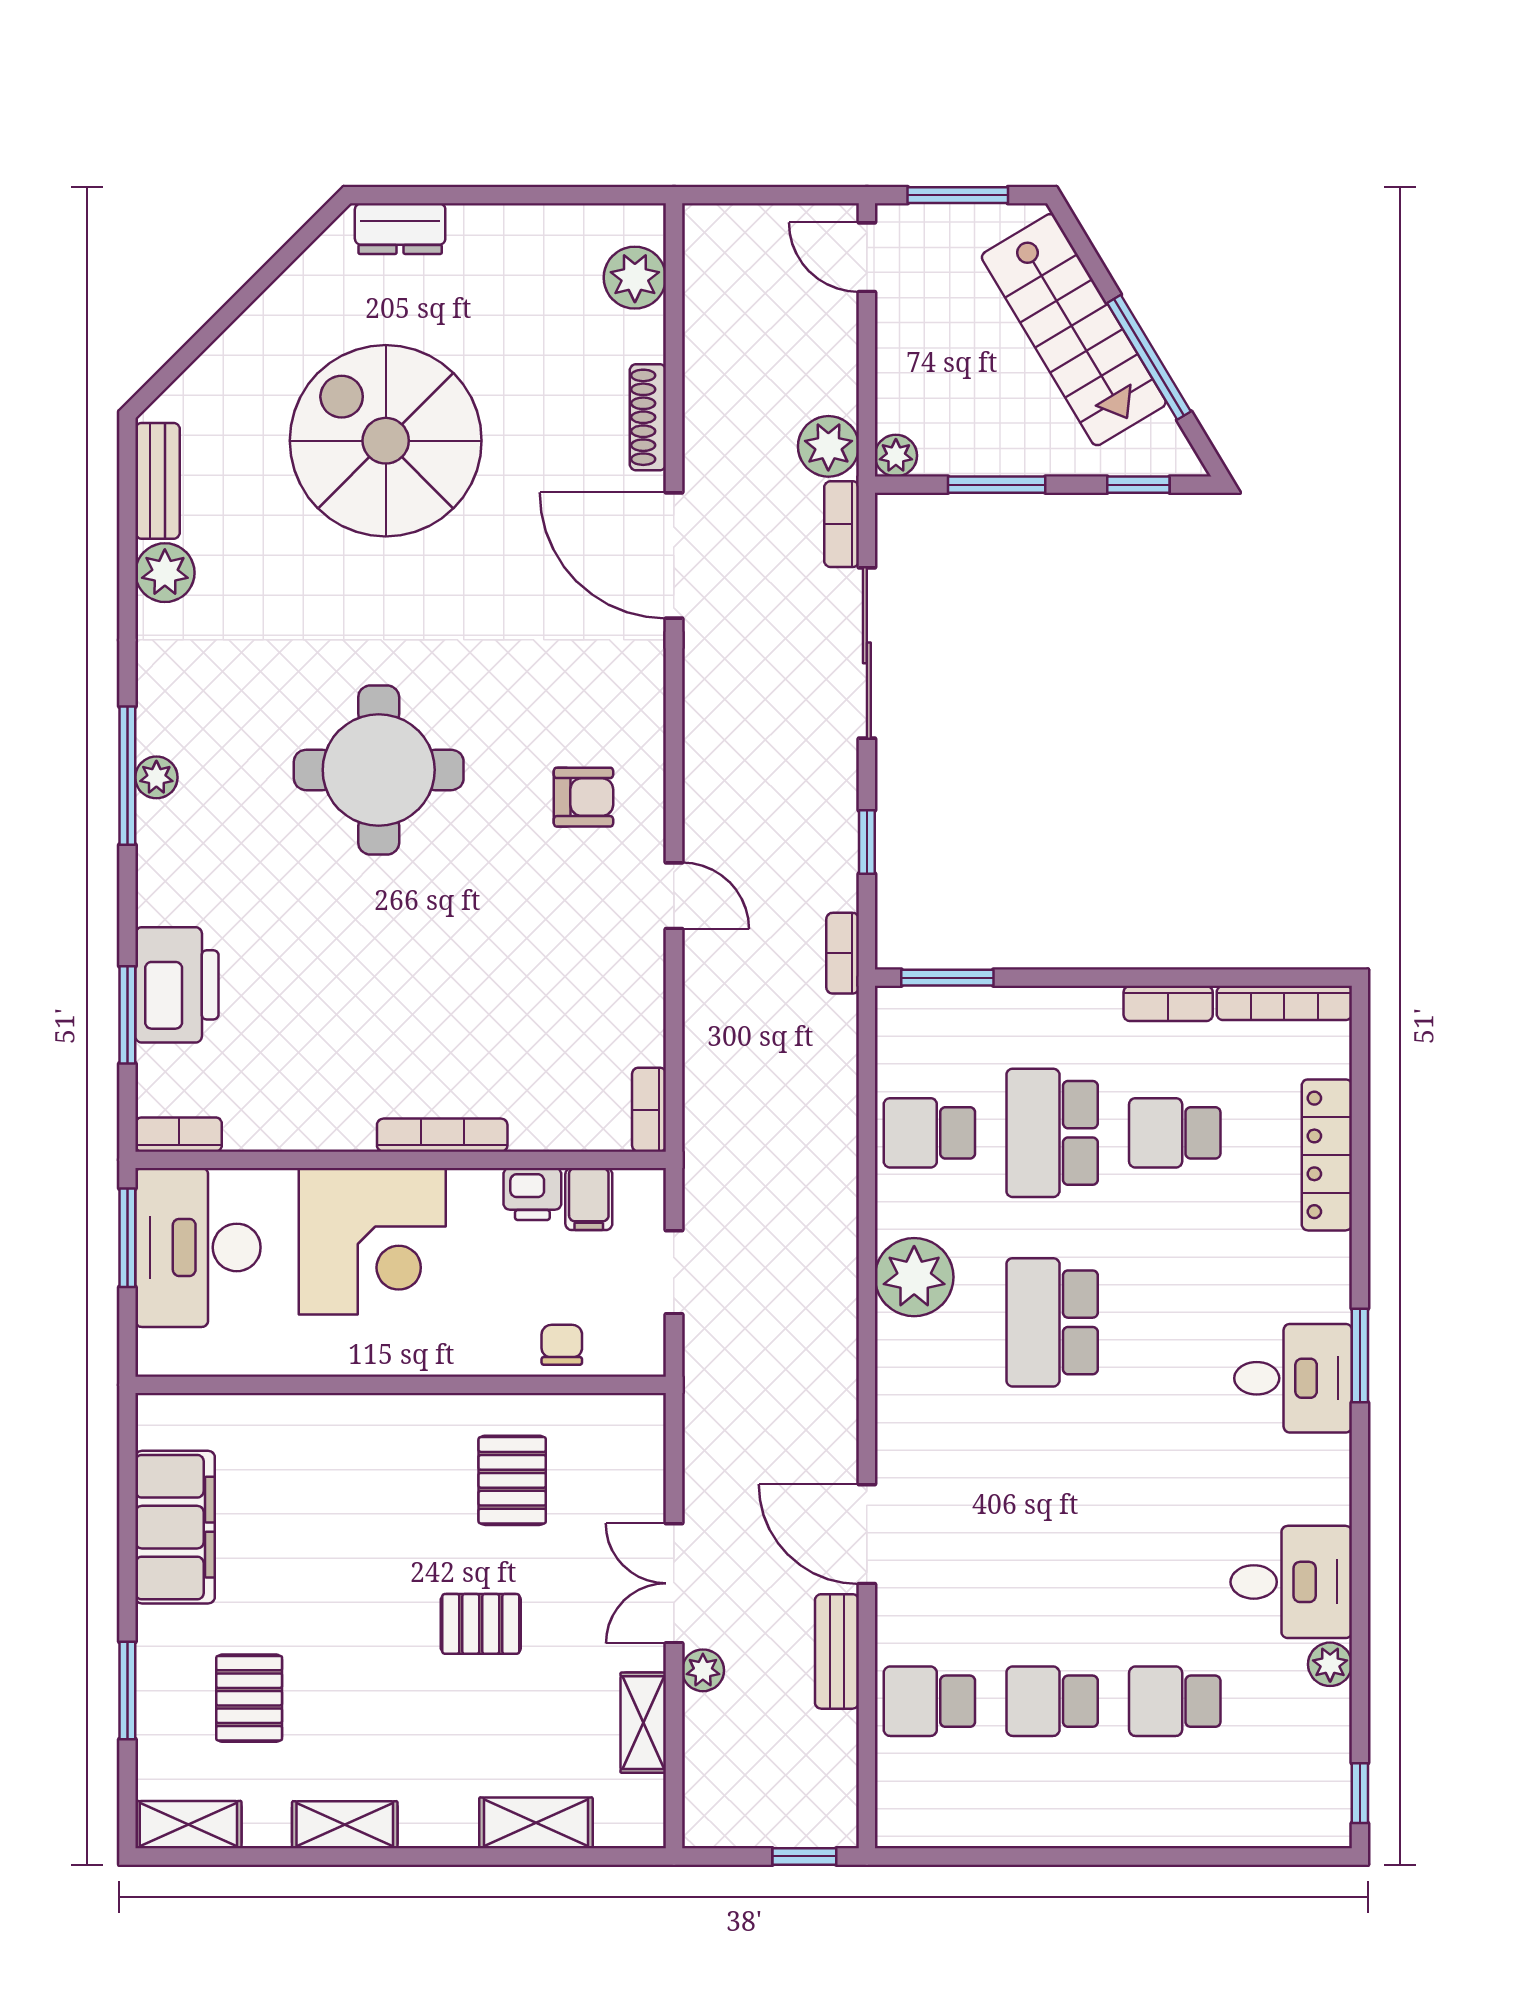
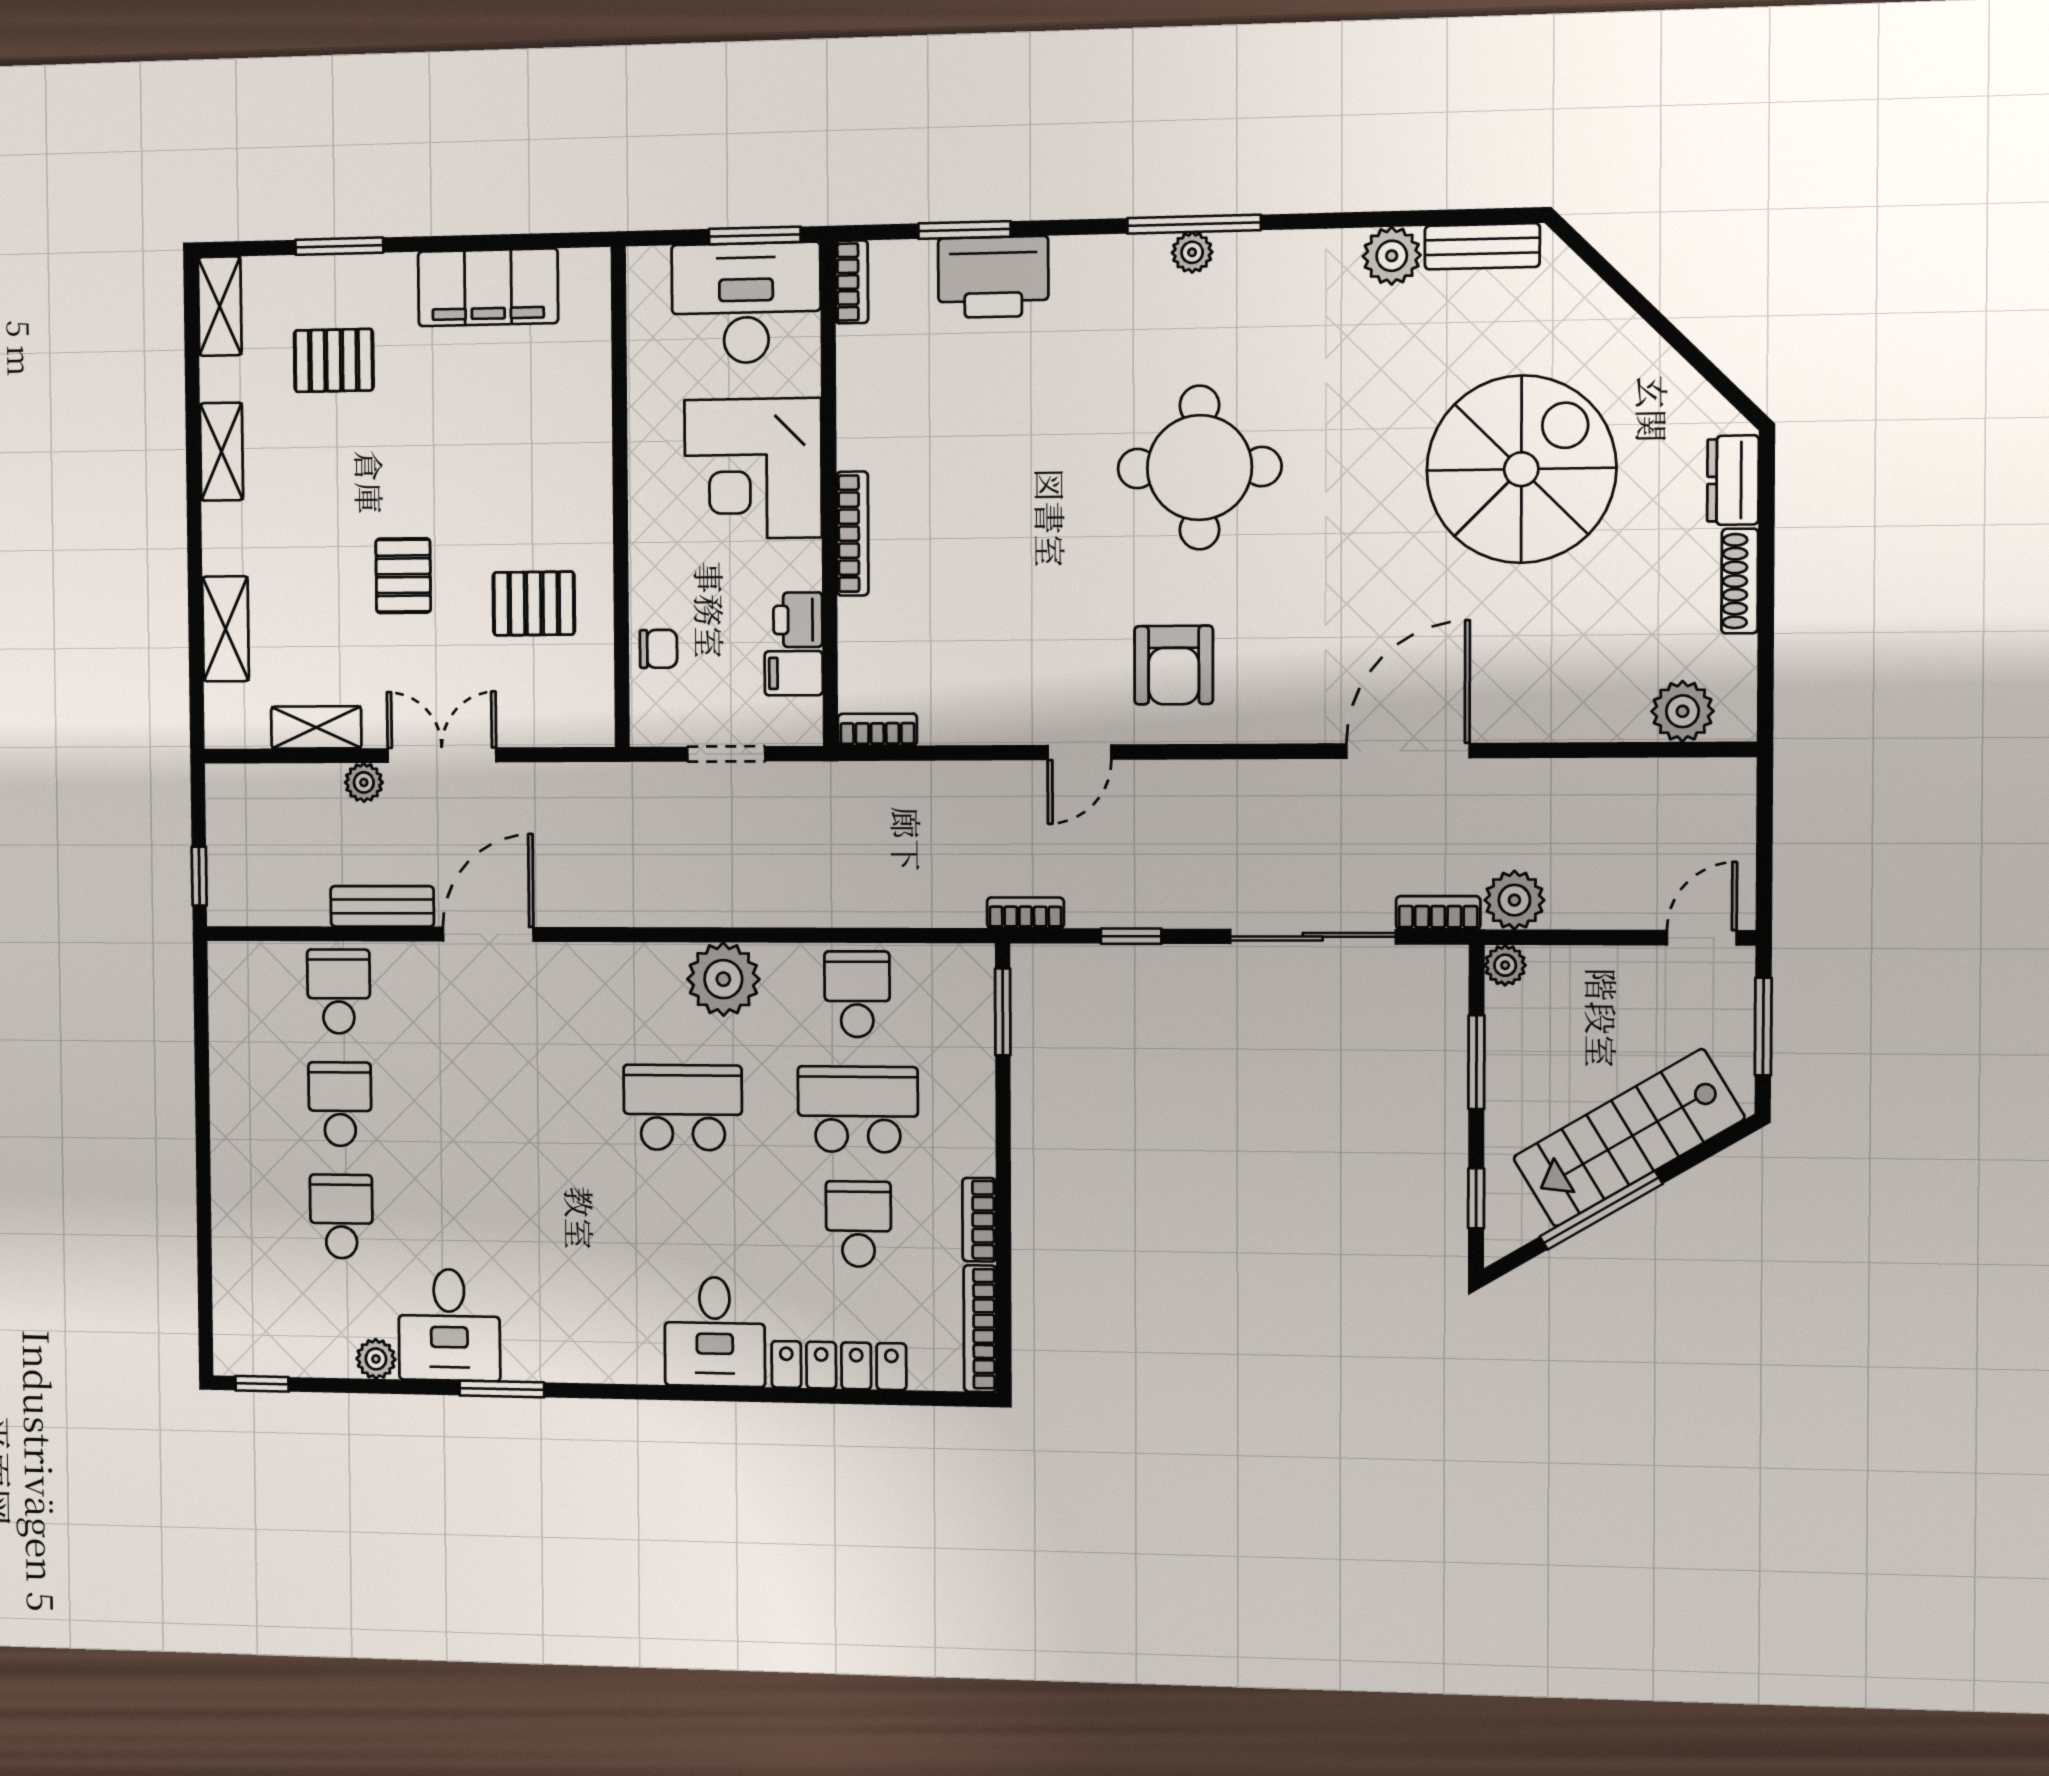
shoe rack: (648, 417) -> (1740, 581), moved, turned -90
armchair: (583, 797) -> (1174, 665), width x1.38, depth x1.38
window: (1360, 1355) -> (502, 1389), moved
desk: (1293, 1378) -> (715, 1332), moved

